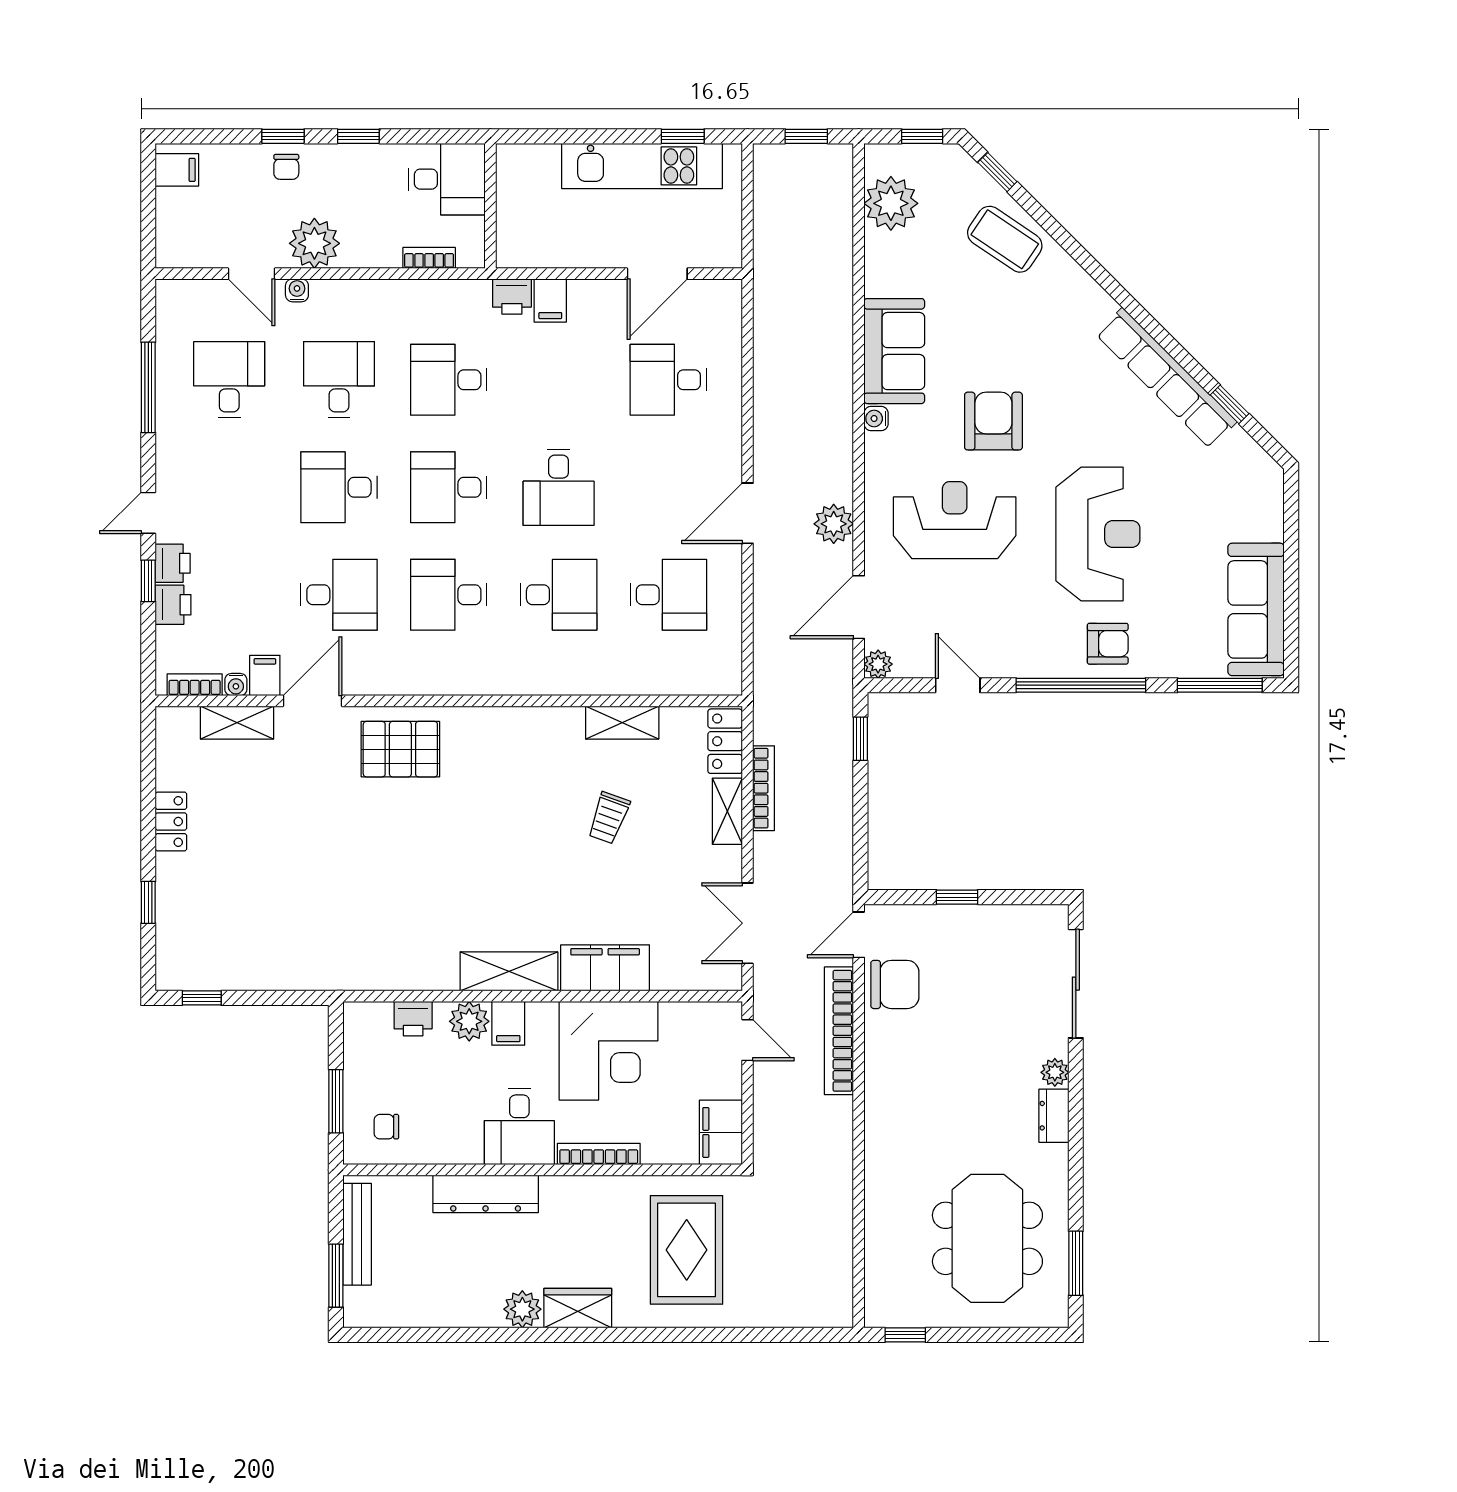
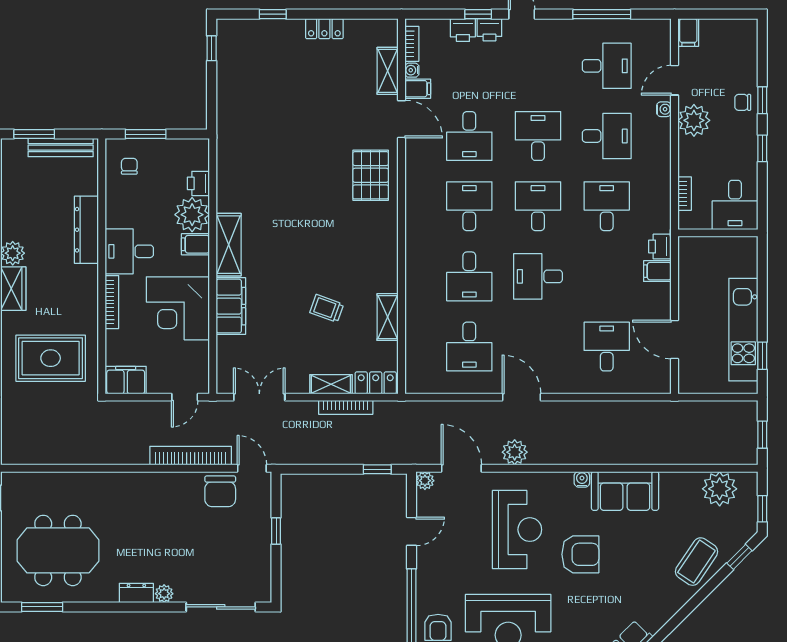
filing cabinet: (177, 170) -> (688, 32), moved
plant: (469, 1021) -> (192, 215), width x1.36, depth x1.36

